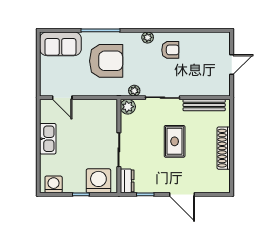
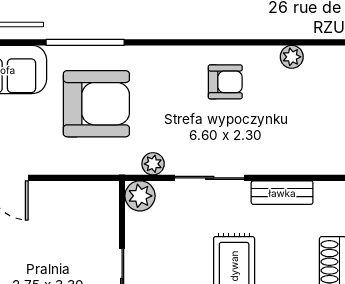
plant: (148, 37) -> (292, 57), moved
bench: (204, 105) -> (282, 193), width x0.73

